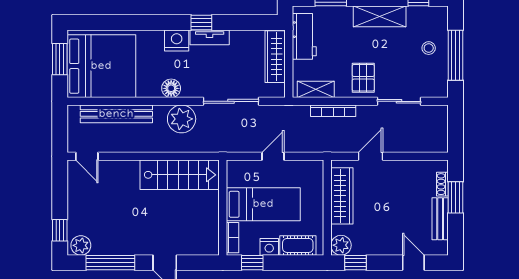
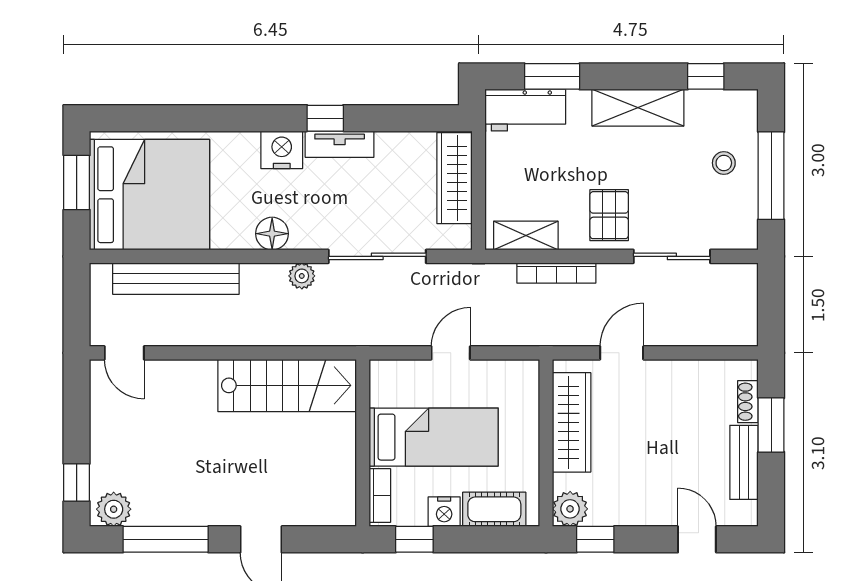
workbench: (304, 36) -> (525, 110), moved, turned 90
plant: (182, 119) -> (302, 276), width x0.53, depth x0.53

